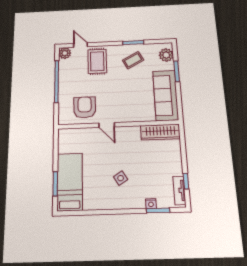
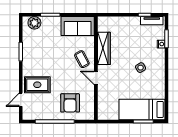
plant: (65, 53) -> (28, 114), removed
coffee table: (133, 60) -> (82, 59), moved
sofa: (166, 95) -> (78, 26), width x0.73
armchair: (85, 107) -> (70, 103), moved, turned -90
door: (107, 125) -> (96, 78), swing flipped
wardrobe: (160, 132) -> (104, 48), moved

